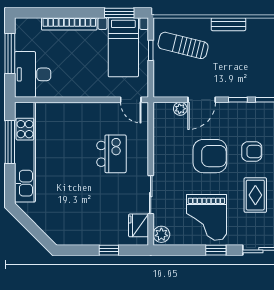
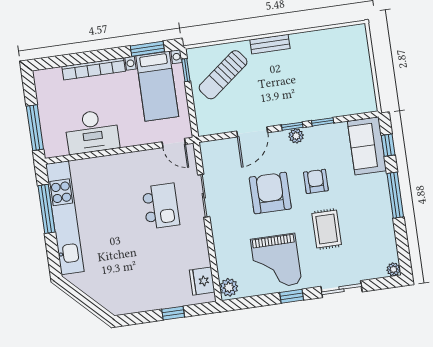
sun lounger: (183, 45) -> (223, 75), turned -52
window: (151, 50) -> (186, 70), moved
window: (10, 53) -> (35, 128), moved
desk: (33, 74) -> (92, 132), moved, turned -90
plant: (180, 109) -> (296, 136), moved
armchair: (252, 152) -> (316, 181), turned -90
armchair: (210, 156) -> (270, 193), turned -90
sliding door: (151, 195) -> (204, 196), moved

